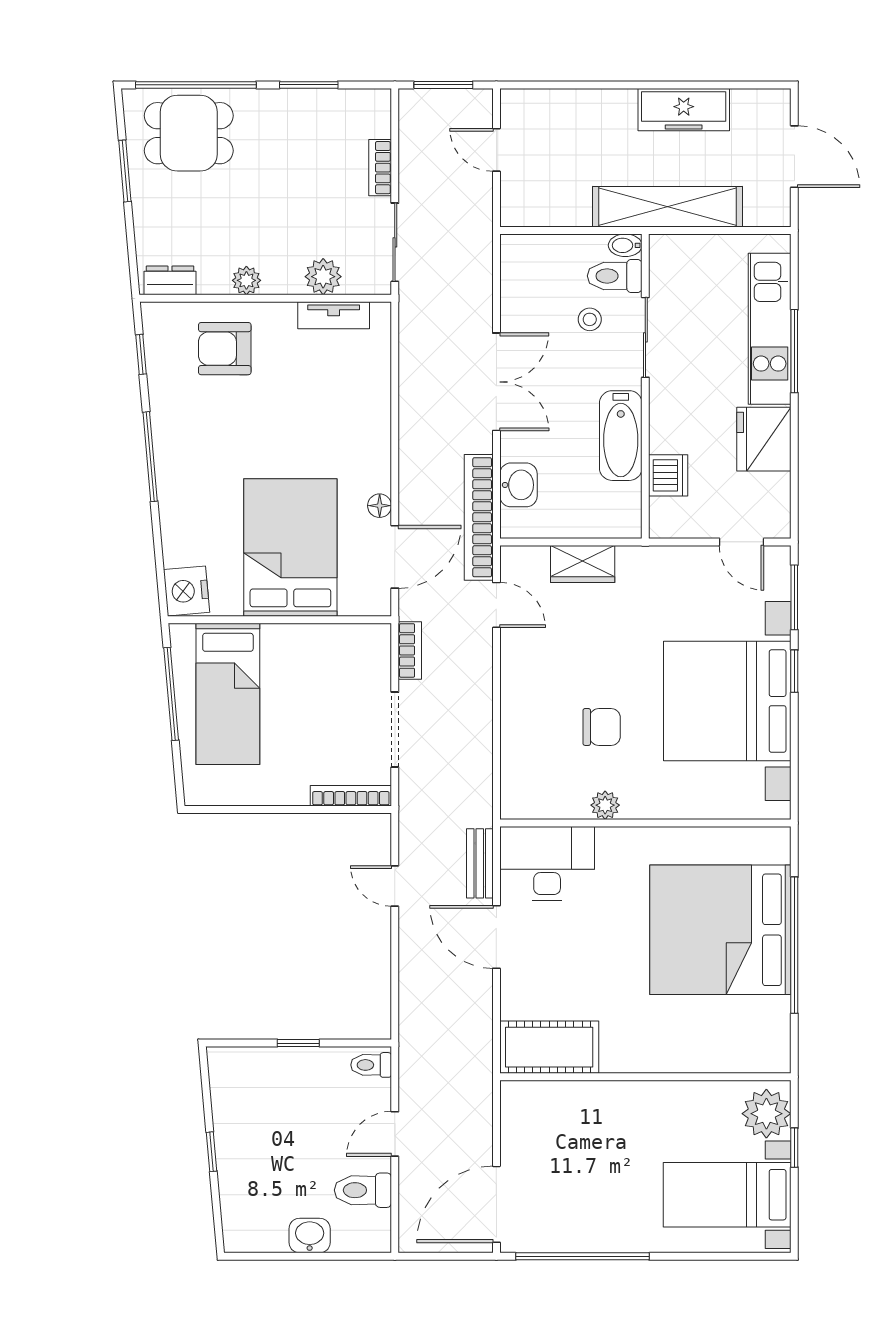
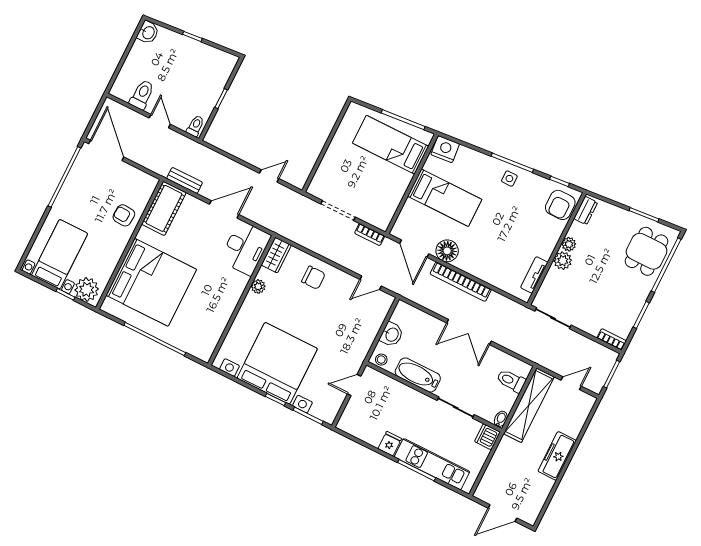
freezer: (684, 110) -> (557, 456), moved
bookcase: (380, 168) -> (612, 339), moved
shelving: (667, 207) -> (529, 405), moved
toilet: (615, 276) -> (511, 381), moved, turned -90
plant: (323, 277) -> (563, 261), moved
stool: (590, 319) -> (381, 360), moved
armchair: (225, 349) -> (560, 205), moved, turned 180
fridge: (764, 439) -> (390, 444), width x0.53, depth x0.75
side table: (181, 448) -> (509, 179), added
dishwasher: (668, 475) -> (487, 437), moved, turned 90
washbasin: (518, 485) -> (392, 334), moved, turned -90
floor lamp: (380, 506) -> (447, 251), width x1.89, depth x1.89
bookcase: (479, 517) -> (461, 282), moved, turned 180
door: (742, 542) -> (354, 385), moved
bed: (290, 548) -> (445, 198), width x0.67
wardrobe: (583, 564) -> (276, 255), moved, turned 180
chair: (602, 727) -> (313, 278), moved, turned -90
bookcase: (351, 796) -> (319, 176), removed
bench: (480, 863) -> (185, 180), moved
bed: (720, 930) -> (151, 282), moved, turned 90
armchair: (598, 1113) -> (124, 215), added
washbasin: (310, 1236) -> (148, 33), moved

